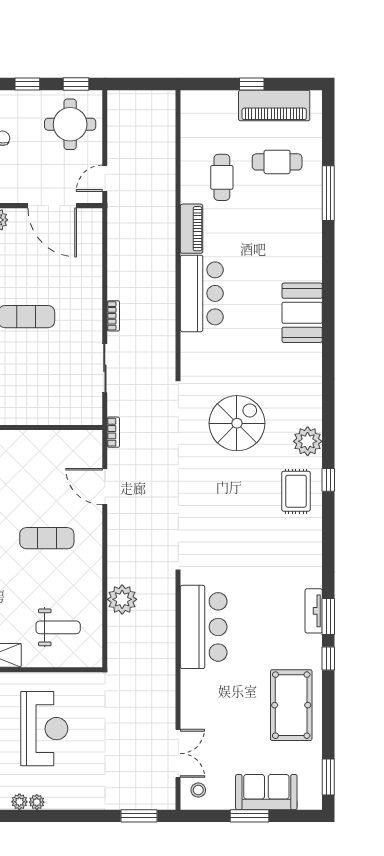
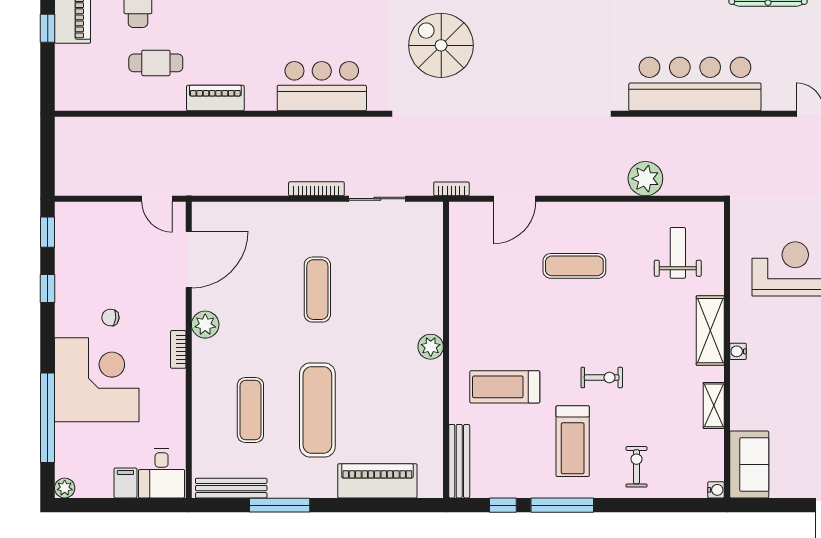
round table: (70, 124) -> (94, 239), removed
bar counter: (202, 293) -> (322, 86), moved
bookcase: (113, 316) -> (316, 189), width x1.56
exercise mat: (47, 538) -> (574, 266), turned 90
bar counter: (204, 627) -> (695, 84), width x1.36

